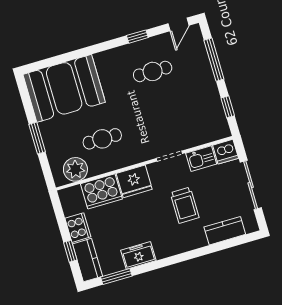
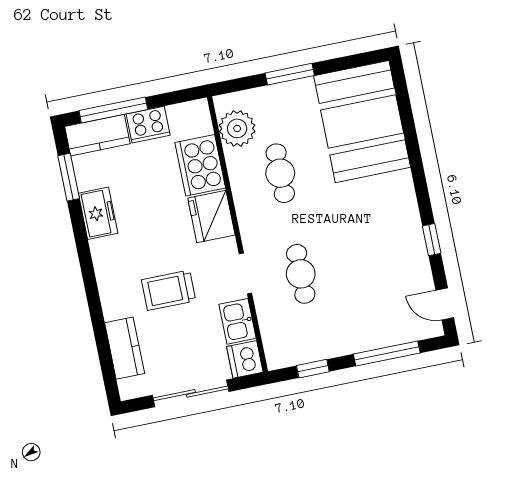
cafe table: (153, 71) -> (301, 274), moved
window: (70, 251) -> (113, 110), width x2.17

